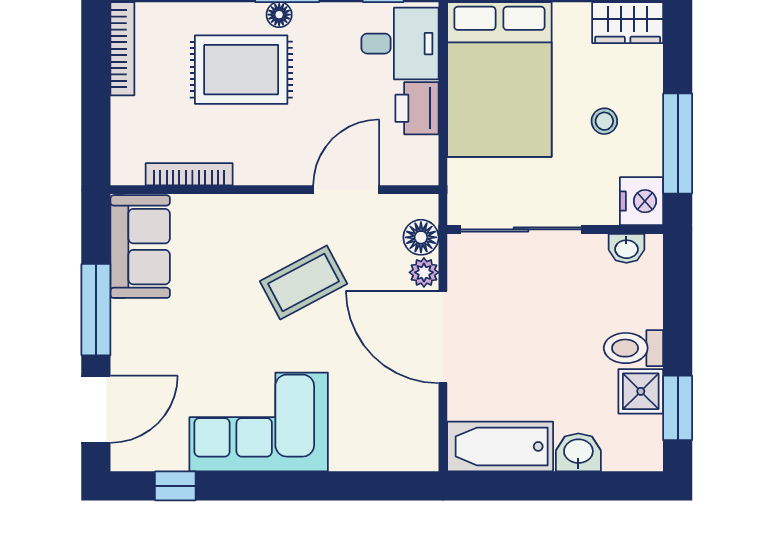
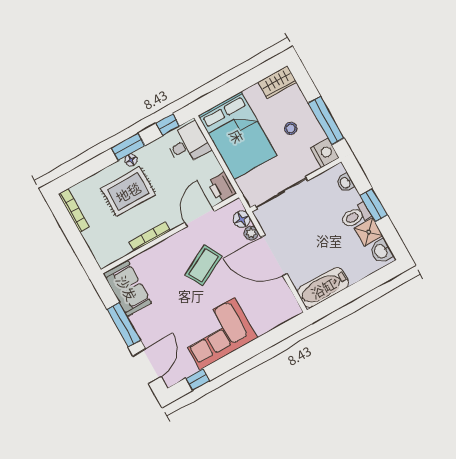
printer: (417, 108) -> (222, 187), moved
bookcase: (189, 174) -> (150, 236), moved
washbasin: (626, 248) -> (345, 183), moved, turned 90
window: (678, 408) -> (374, 205), moved
washbasin: (578, 452) -> (381, 251), moved, turned -90

